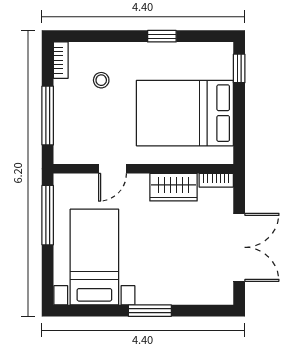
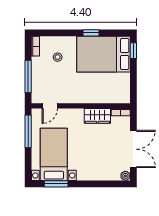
bed: (185, 113) -> (104, 54), moved
door: (112, 169) -> (50, 106), moved
plant: (225, 296) -> (125, 176), added
window: (150, 311) -> (56, 184), moved

